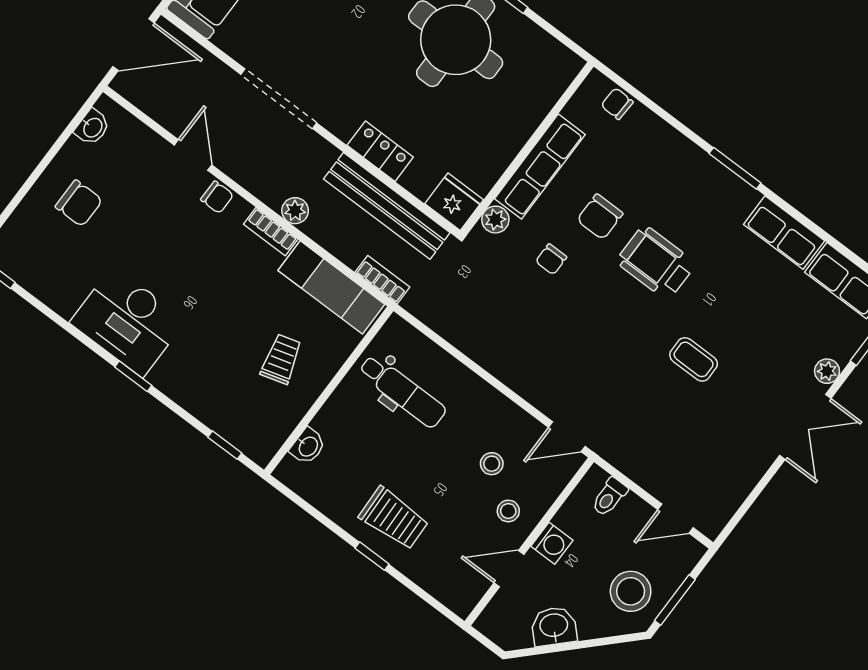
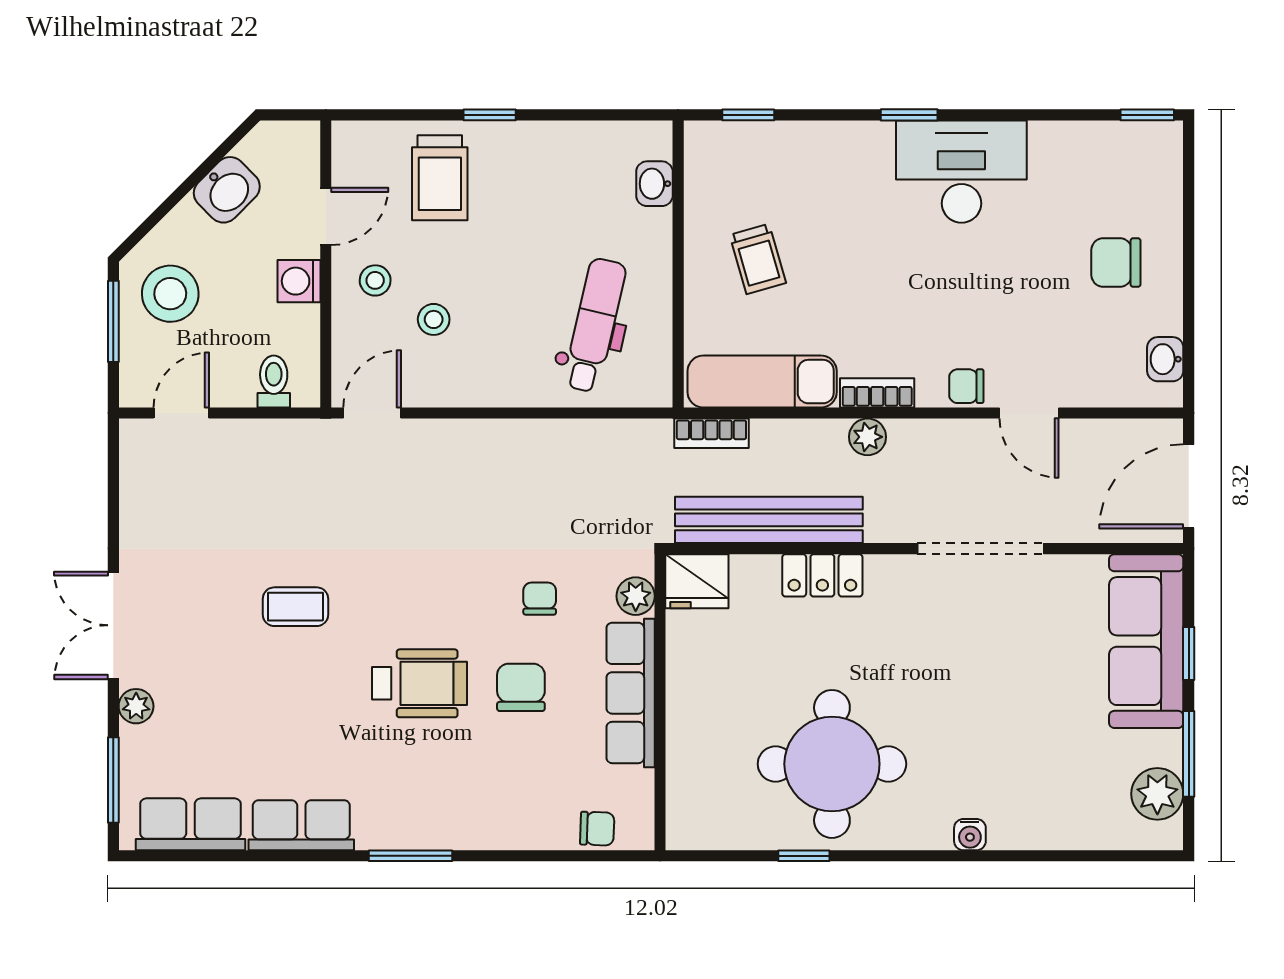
dental chair: (402, 391) -> (595, 325), turned 103
trolley: (394, 518) -> (440, 178), moved, turned -88

